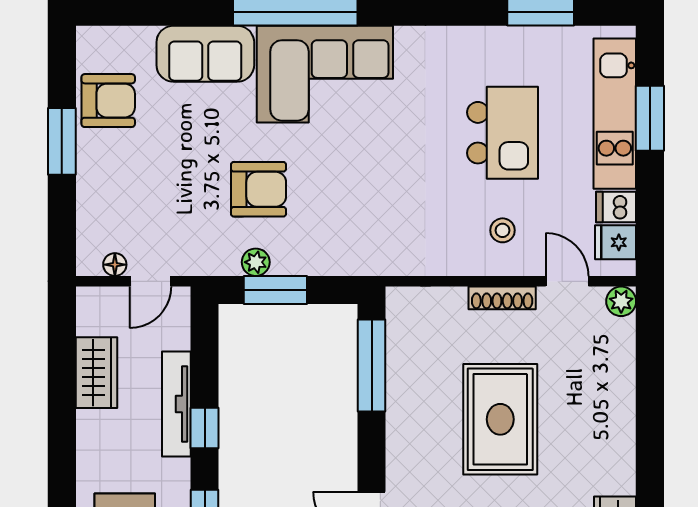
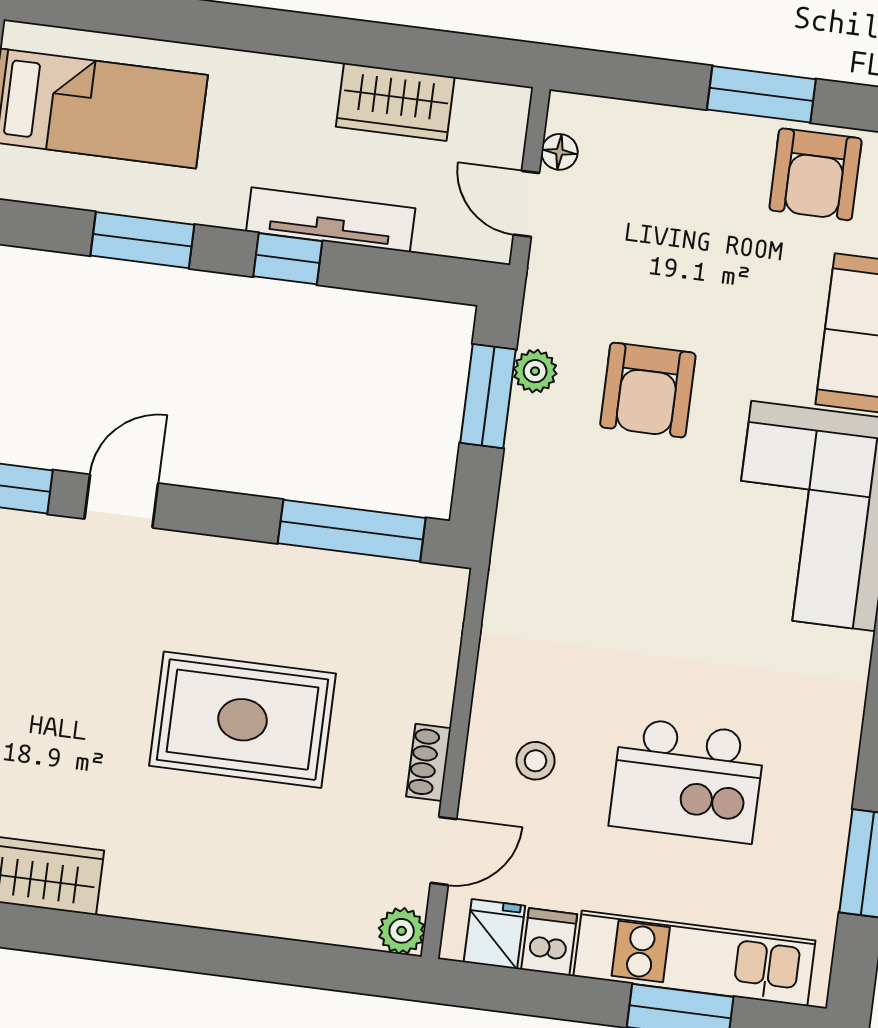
shoe rack: (502, 298) -> (429, 762), width x0.70

